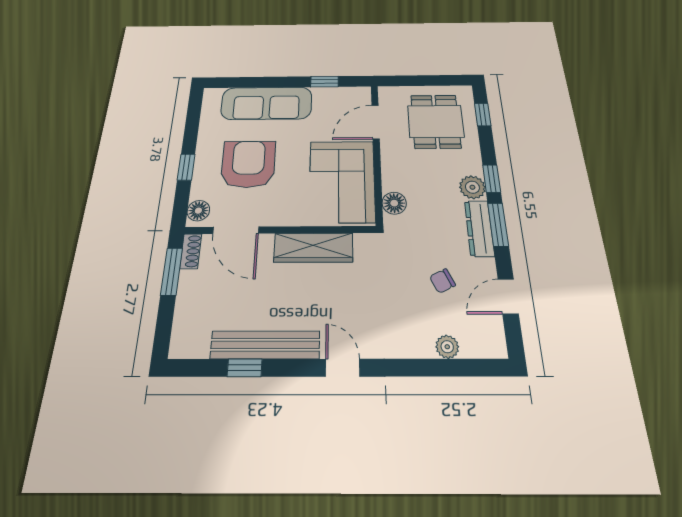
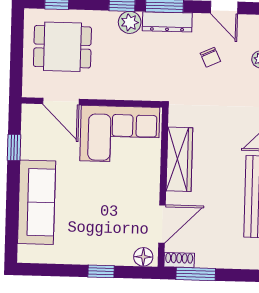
armchair: (248, 164) -> (100, 216), removed
floor lamp: (394, 203) -> (142, 90), removed

